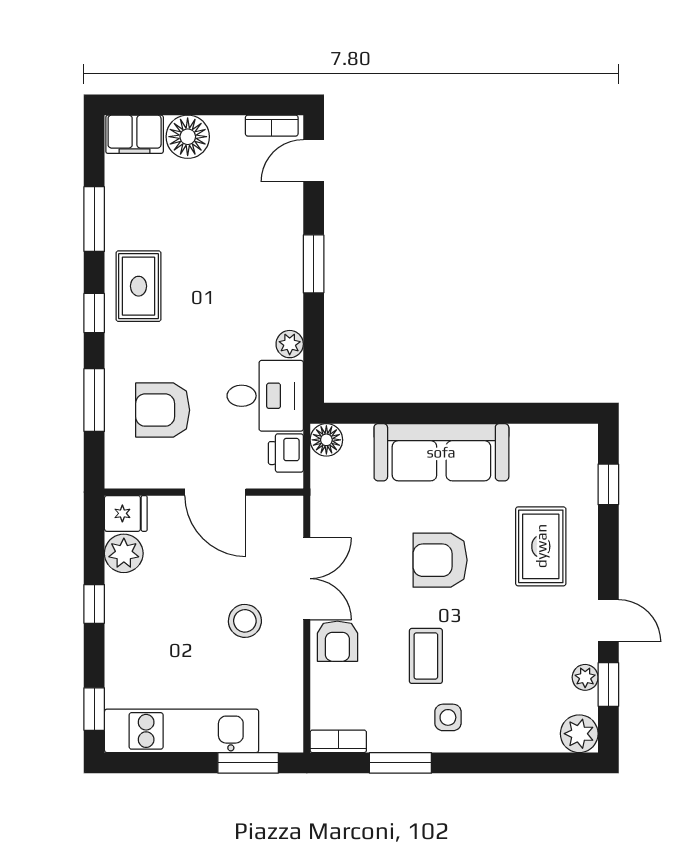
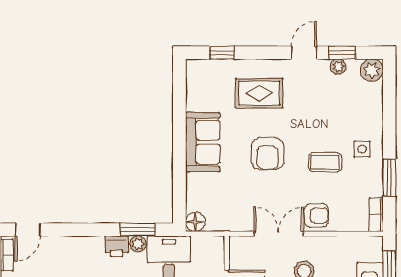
door: (314, 161) -> (28, 230), hinge flipped
window: (314, 264) -> (138, 230), moved
sofa: (441, 452) -> (203, 142), width x0.73
printer: (286, 453) -> (117, 246), moved

